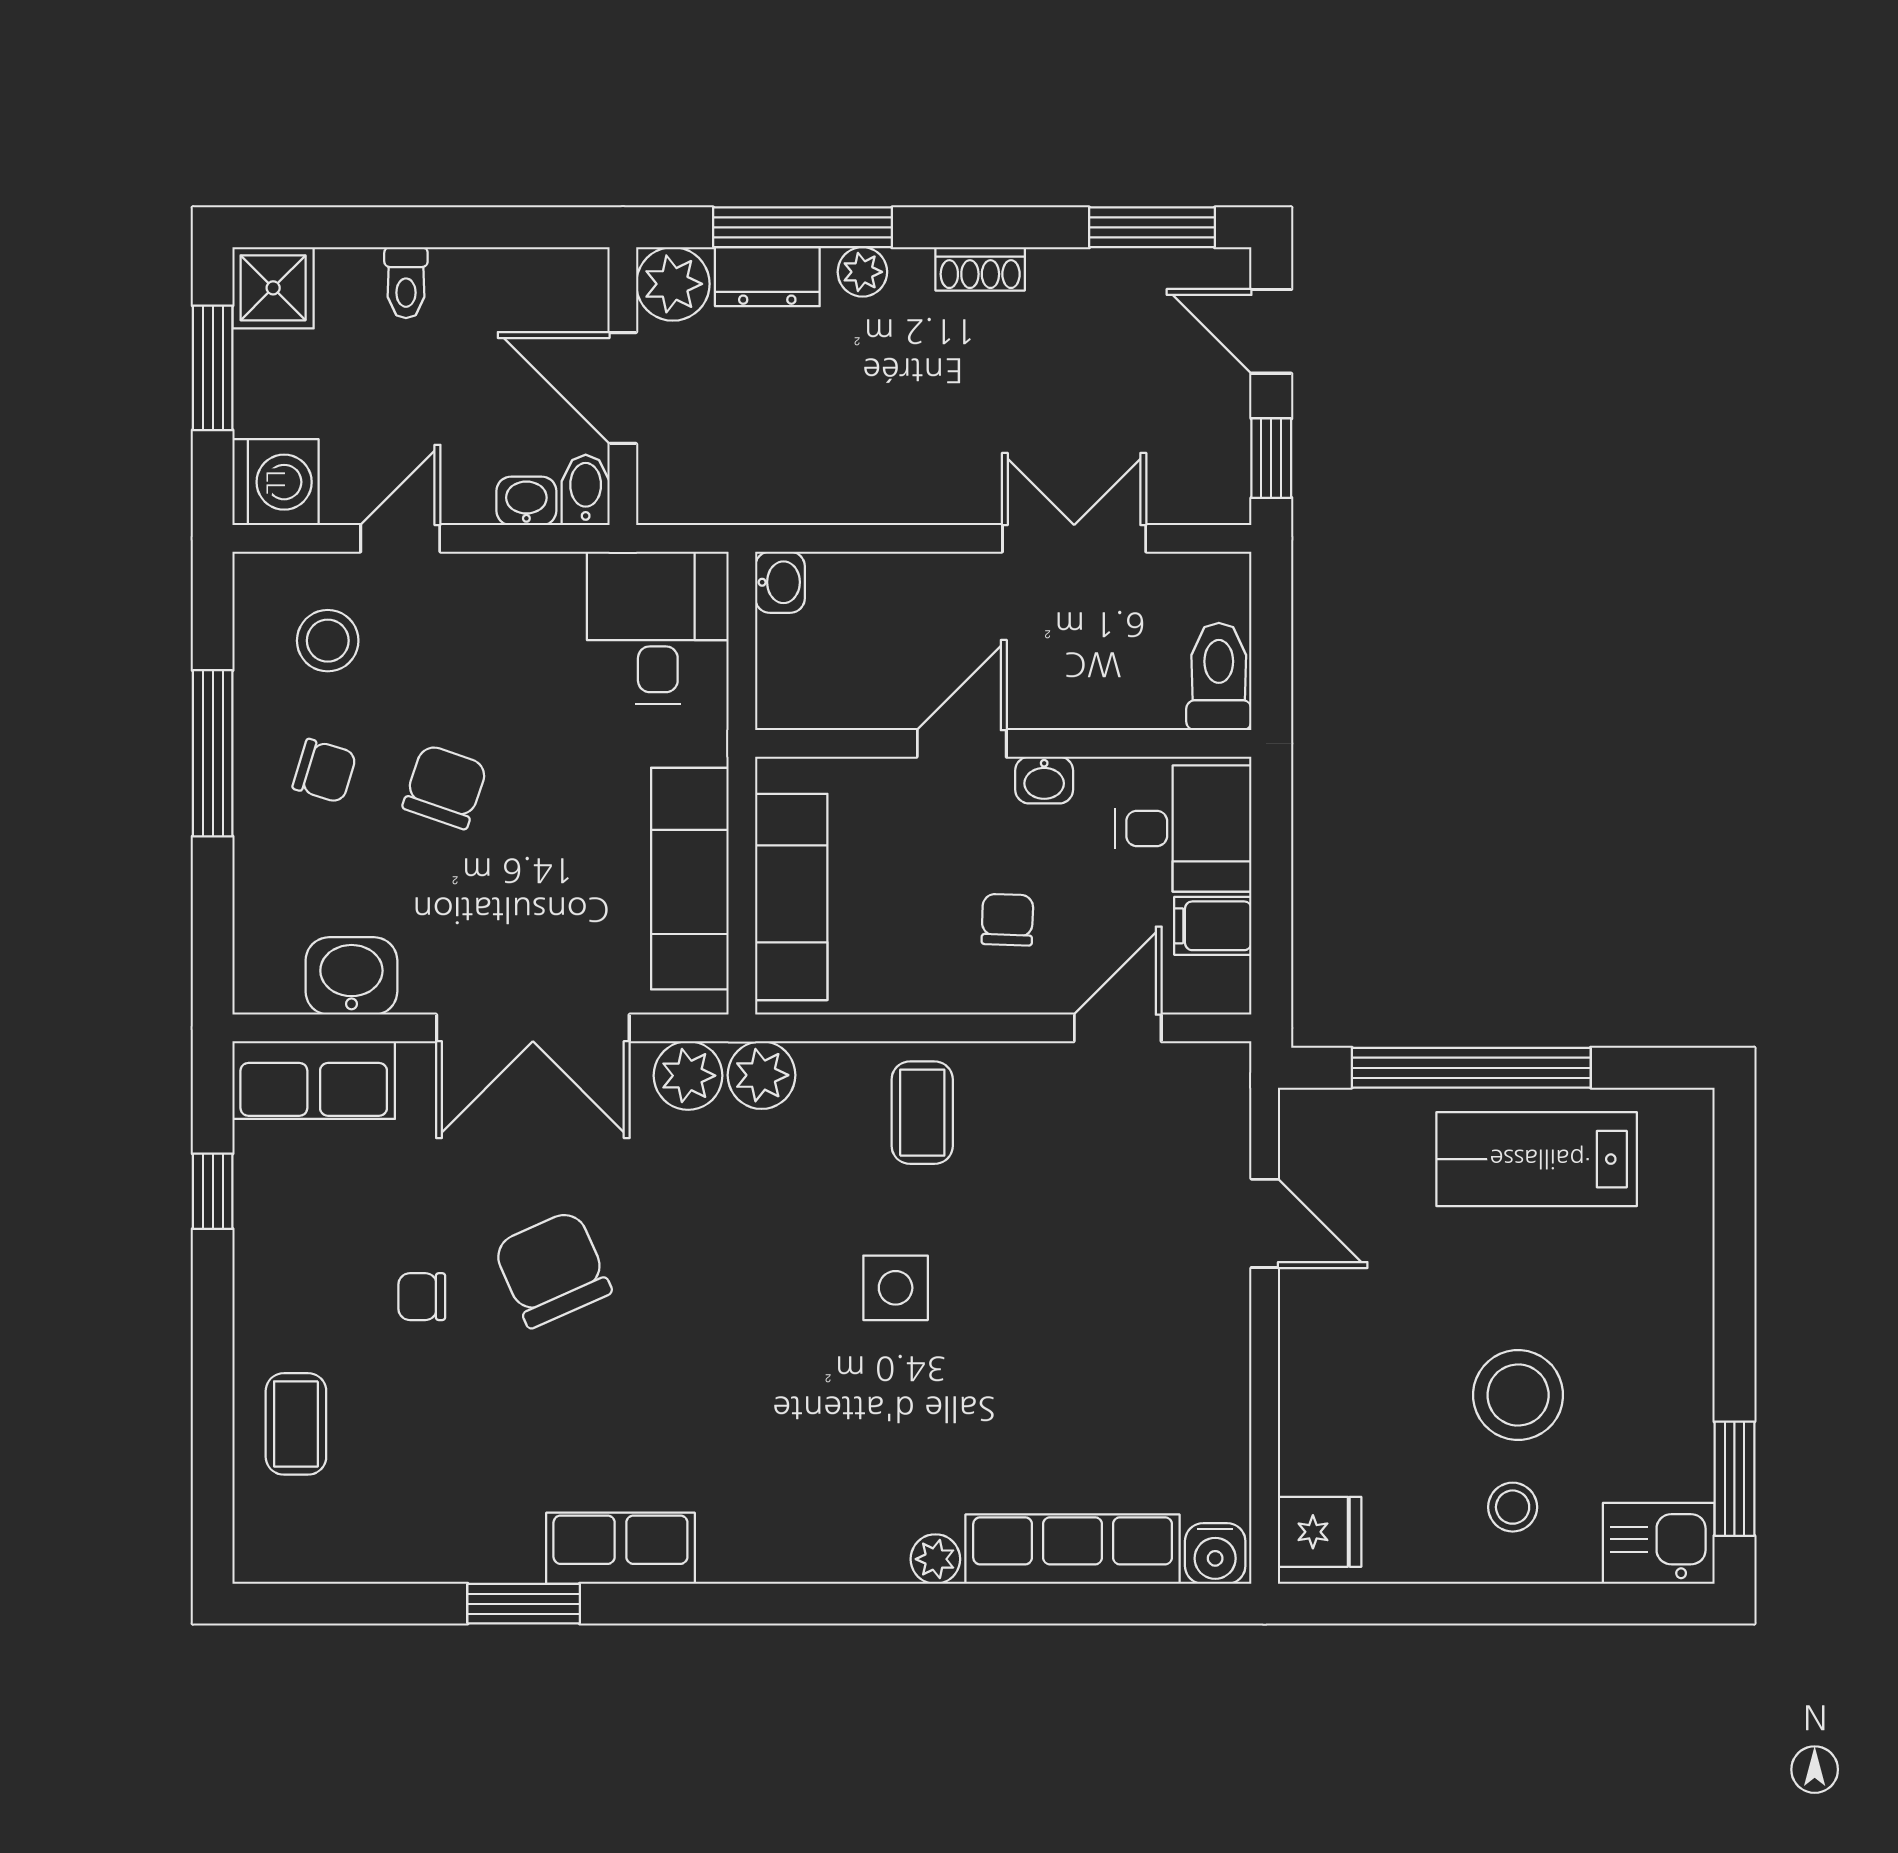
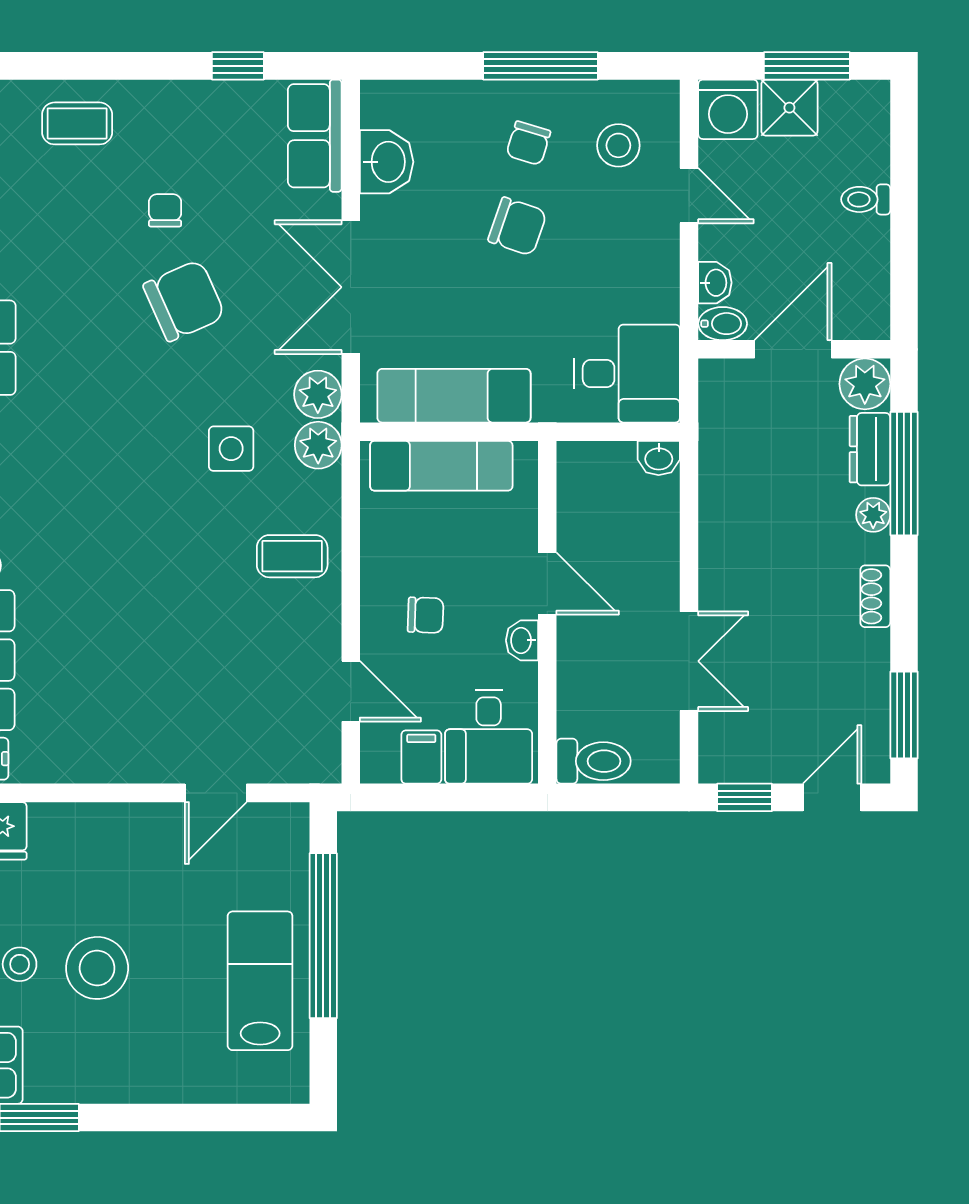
shower: (273, 288) -> (789, 108), moved
side table: (896, 1288) -> (231, 449), moved

